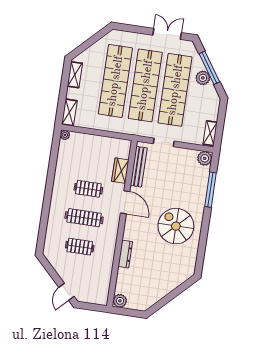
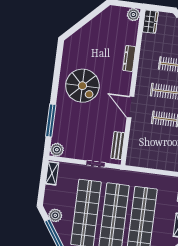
plant: (203, 78) -> (55, 215), moved
bench: (139, 167) -> (118, 146), width x0.73
wardrobe: (120, 171) -> (150, 22), moved

